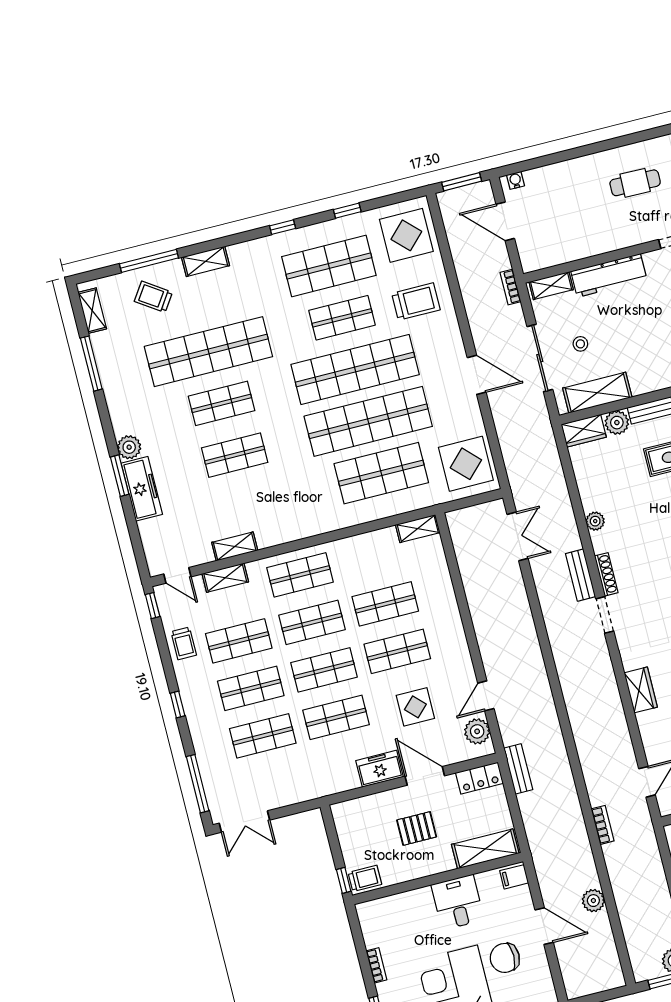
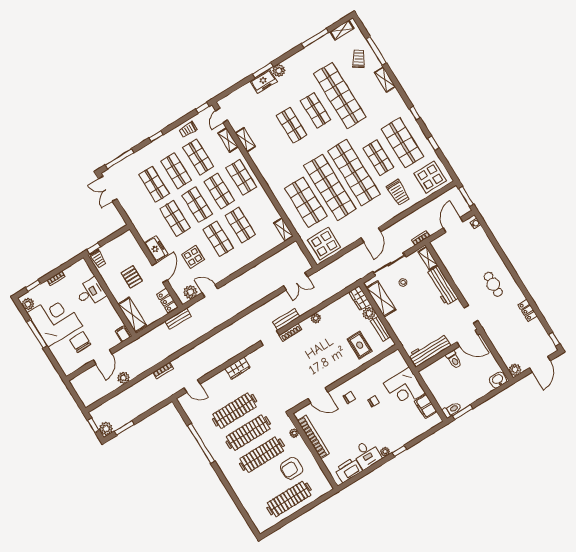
freezer: (142, 489) -> (264, 81), width x0.71
desk: (458, 902) -> (90, 292), moved

